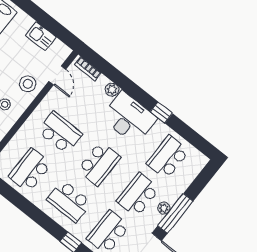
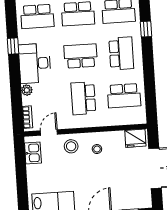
kitchen sink: (41, 36) -> (33, 153), moved

